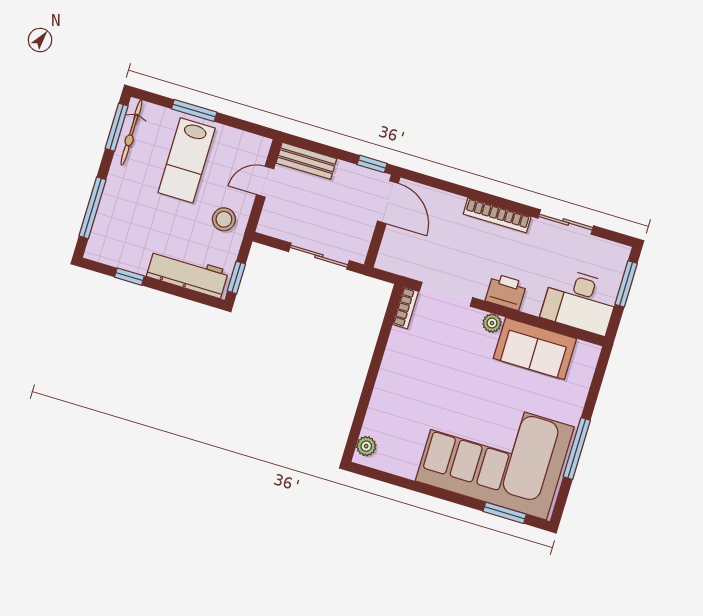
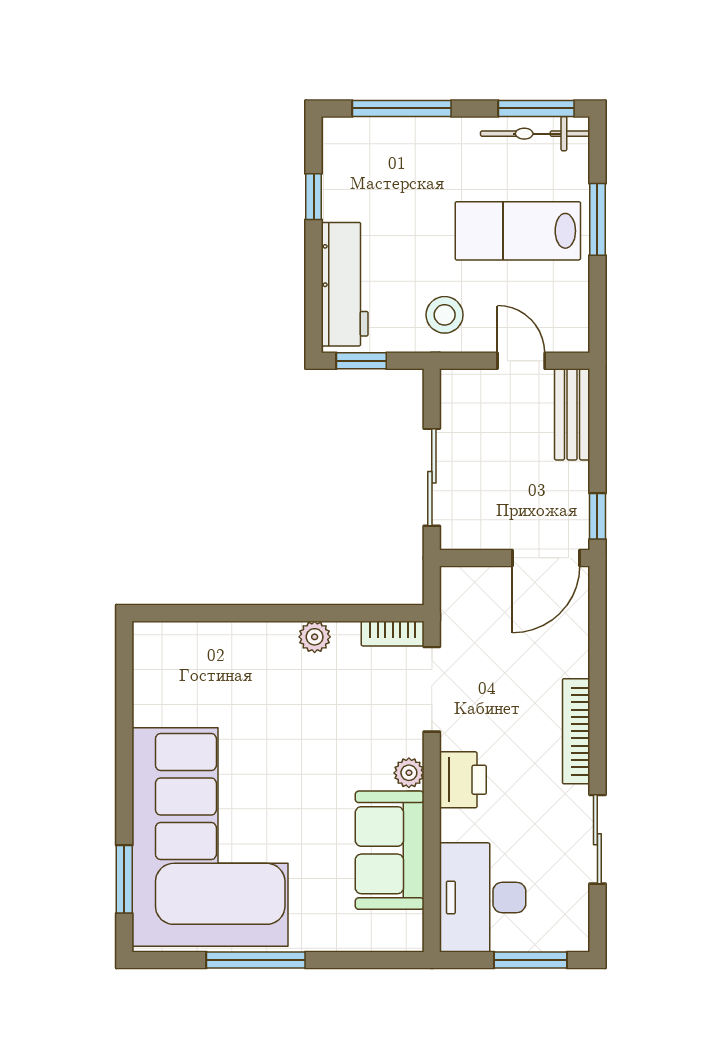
plant: (366, 446) -> (315, 637), moved

